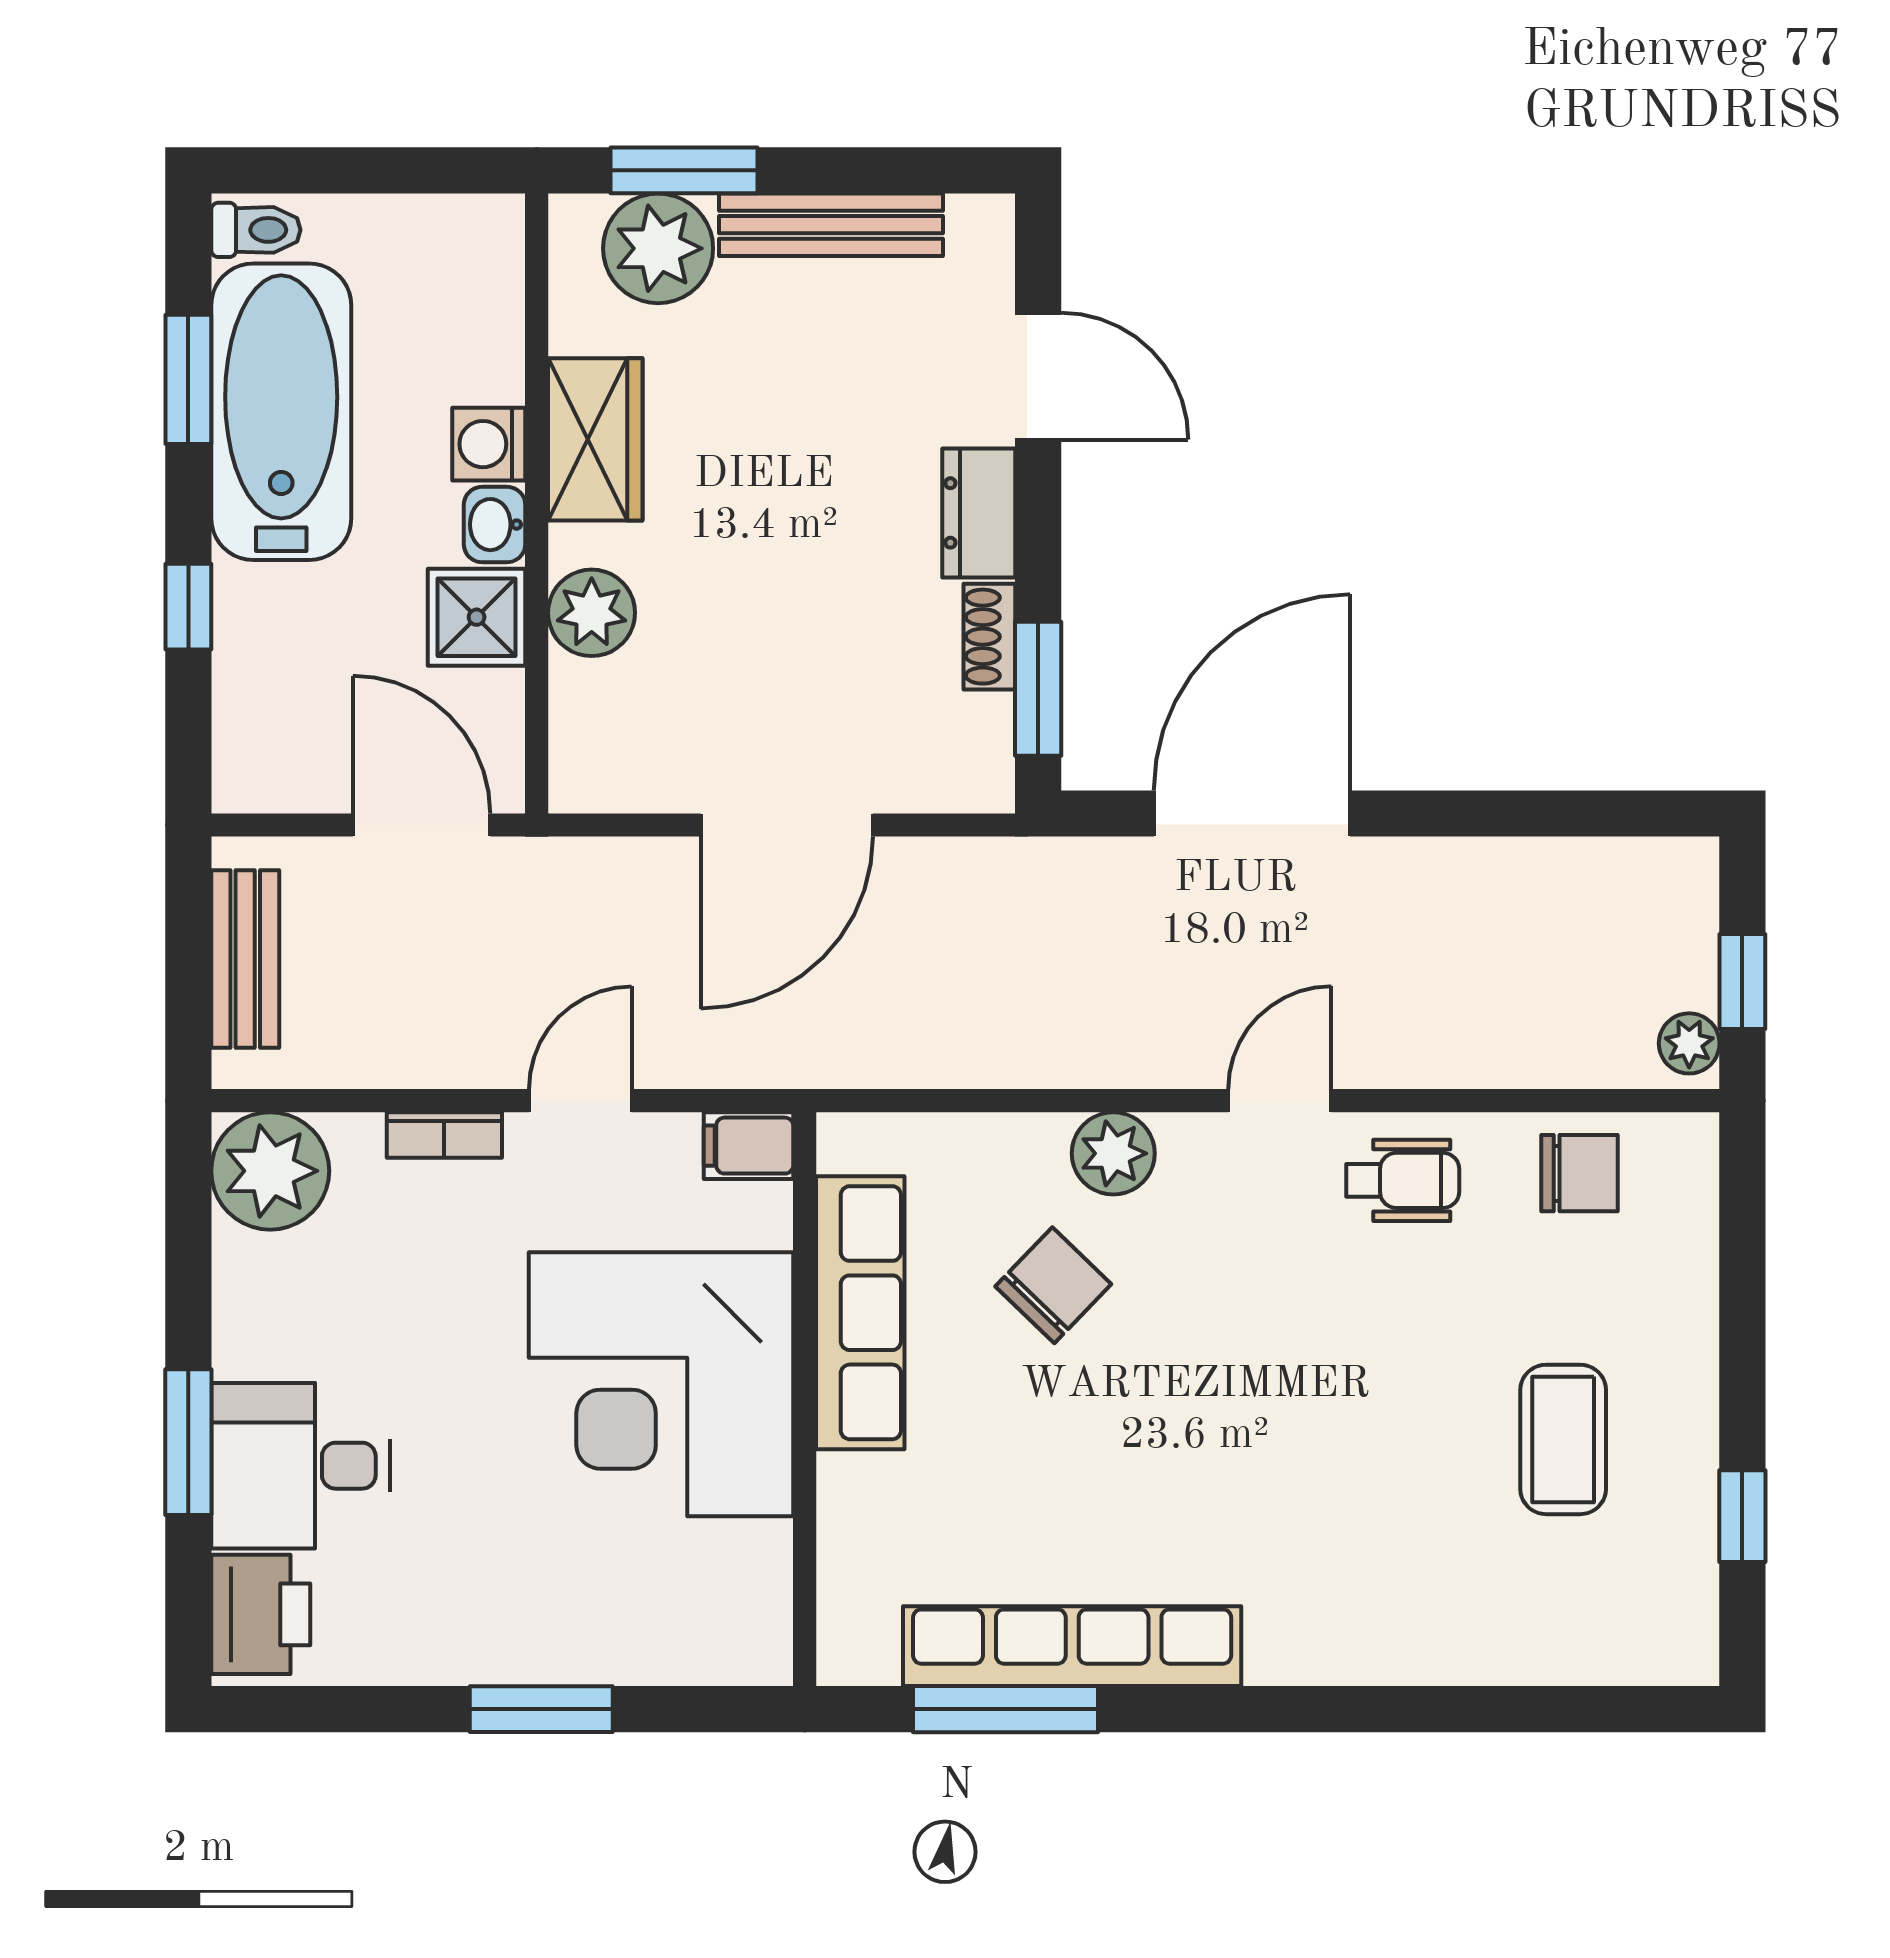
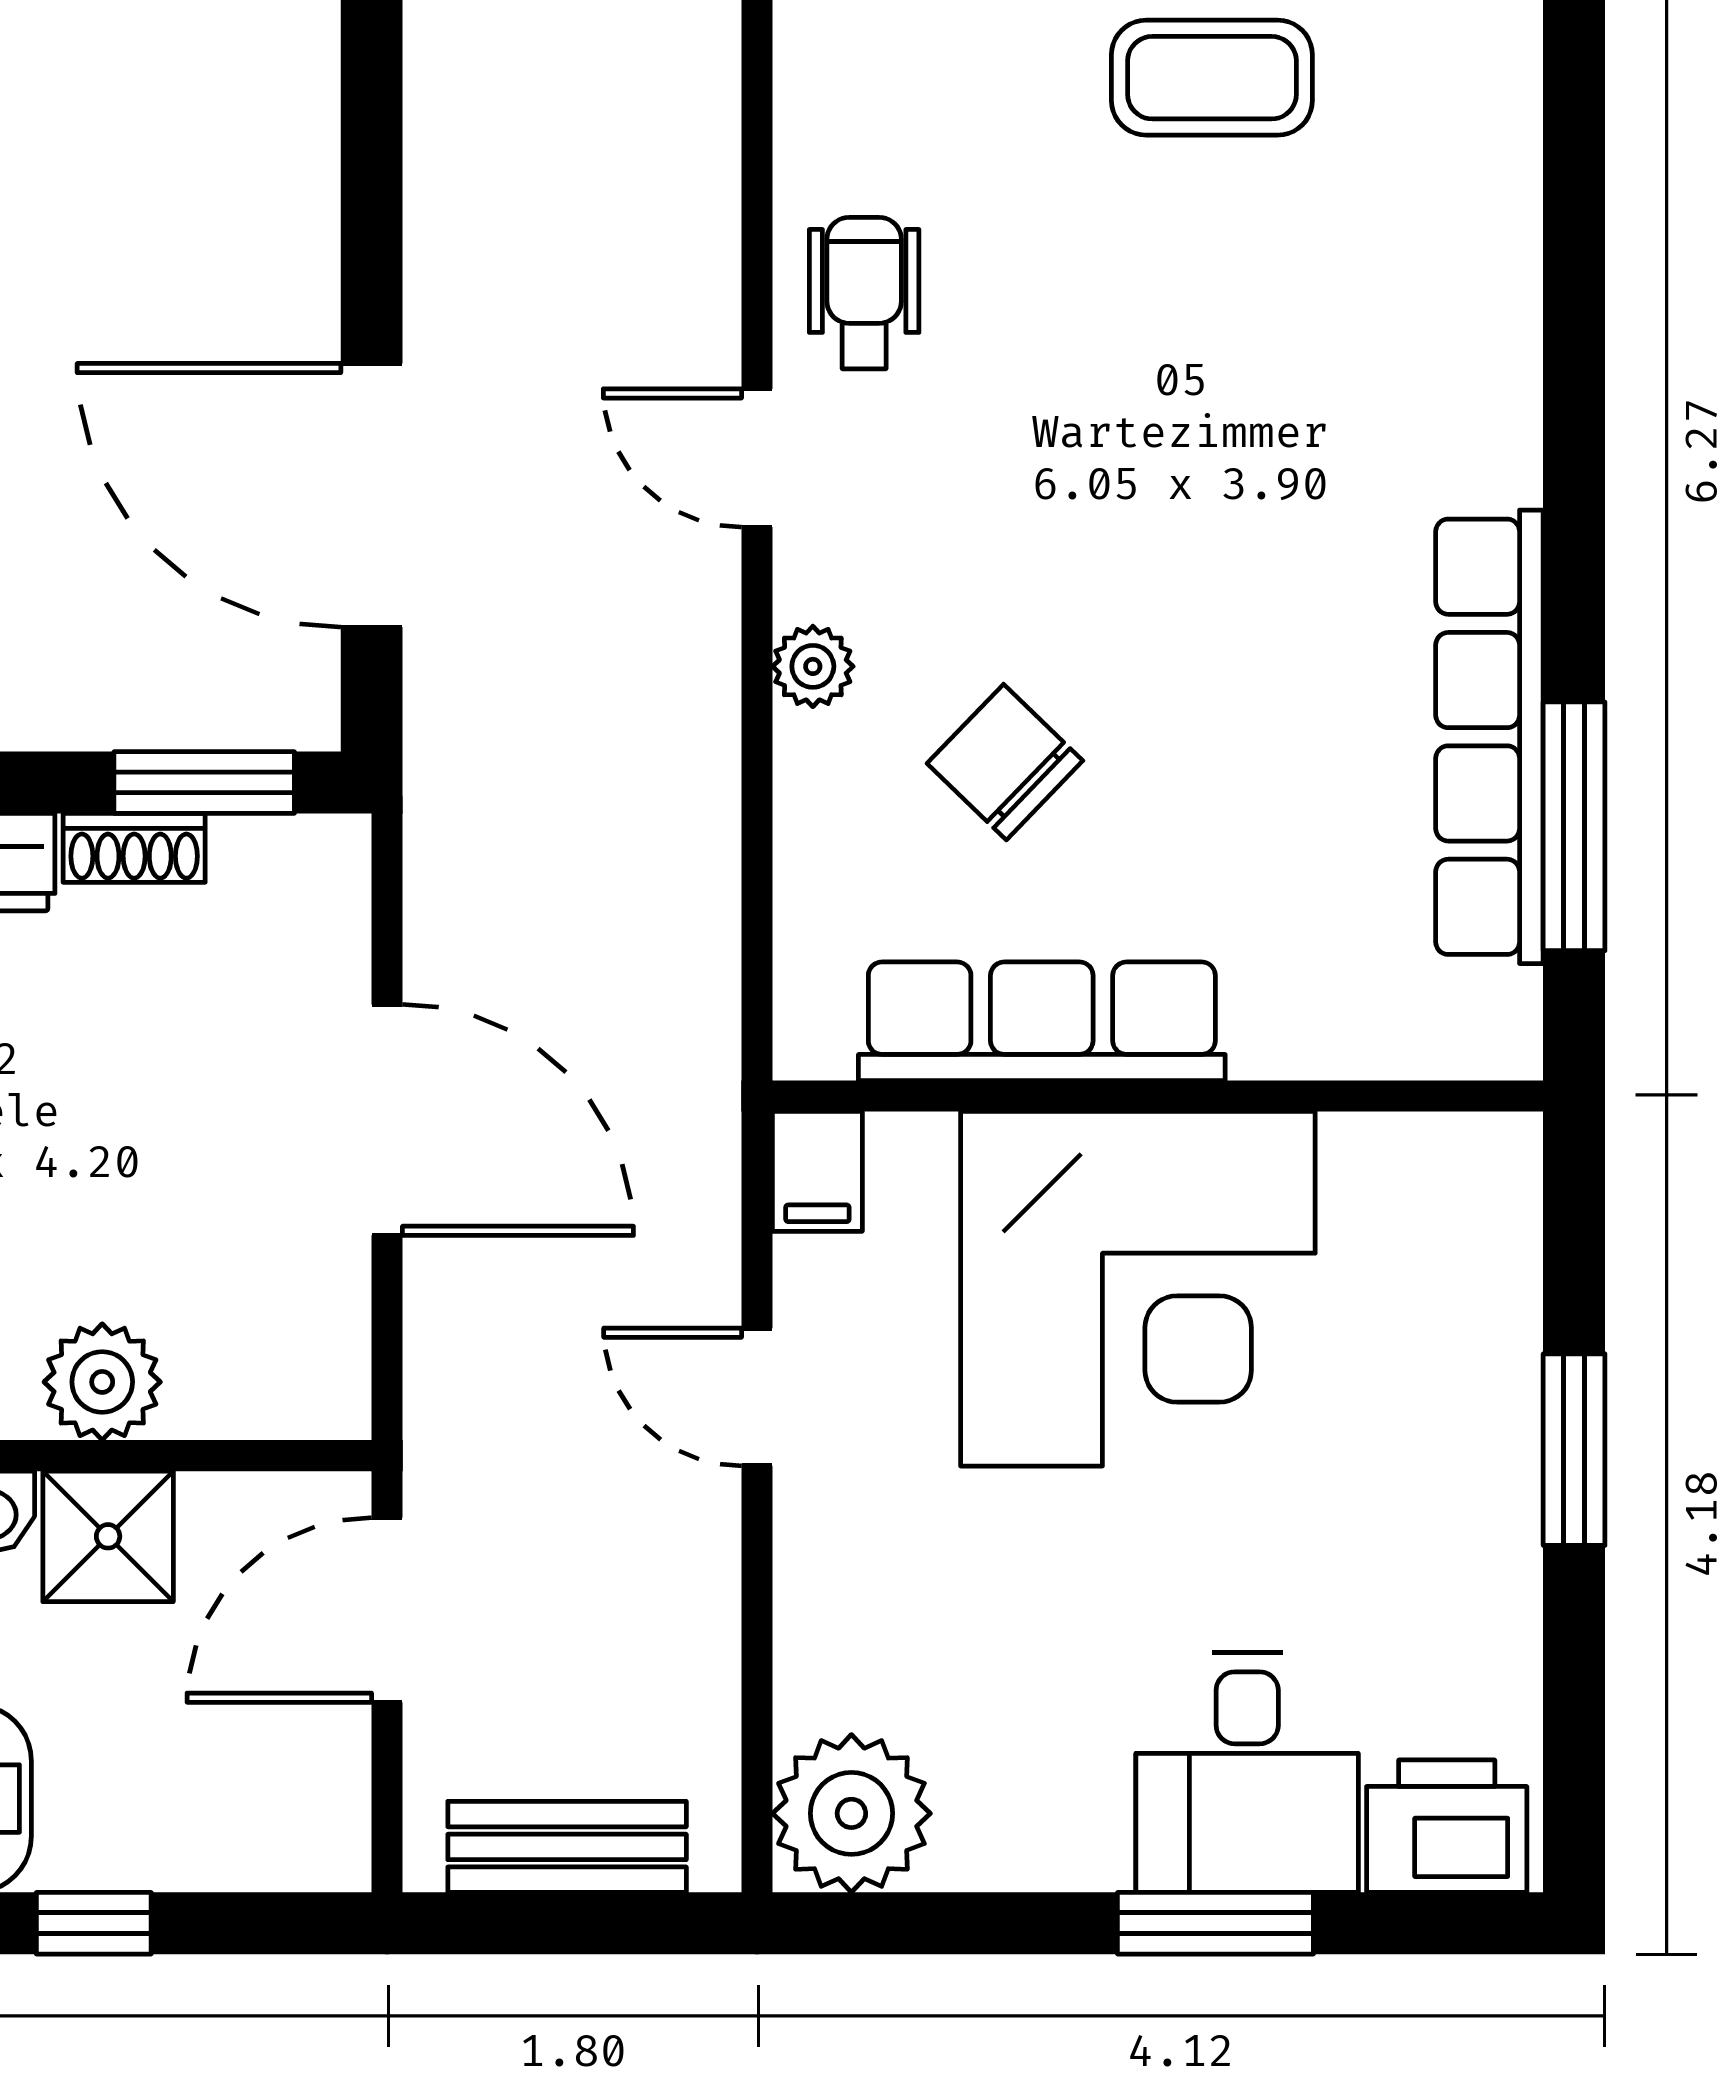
bookcase: (444, 1135) -> (803, 1580), removed
plant: (1113, 1153) -> (813, 666), width x0.73, depth x0.73
chair: (1579, 1173) -> (854, 56), removed

